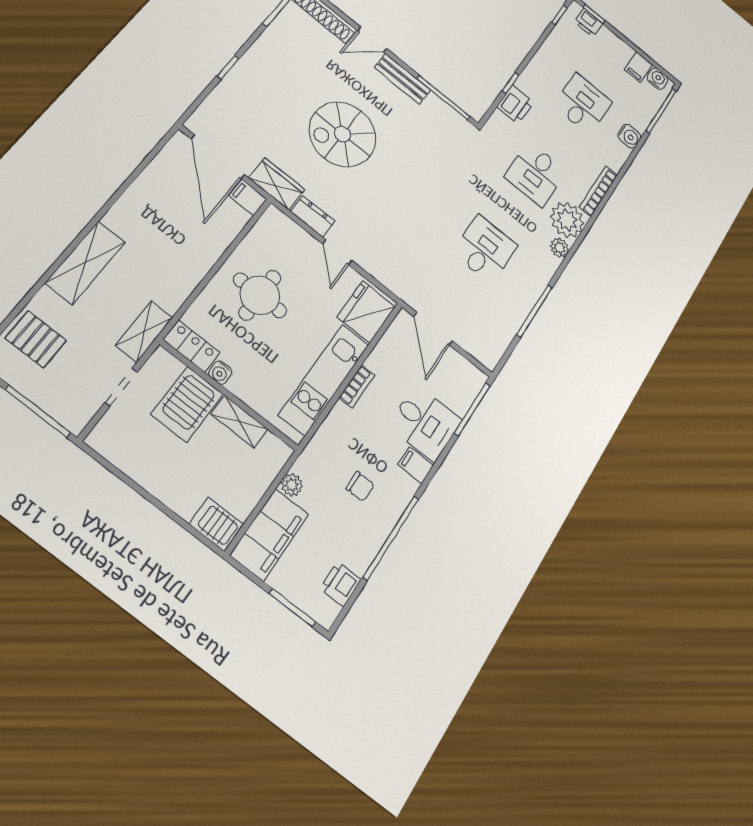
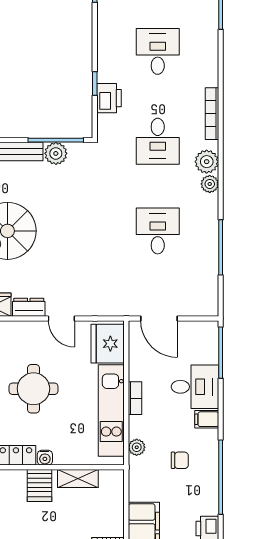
plant: (436, 108) -> (56, 153), added
water cooler: (629, 136) -> (209, 46), removed
plant: (567, 220) -> (207, 162), width x0.73, depth x0.73
server rack: (187, 404) -> (39, 486), width x0.73, depth x0.70
plant: (292, 485) -> (137, 447), moved

